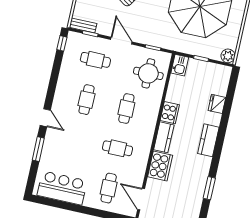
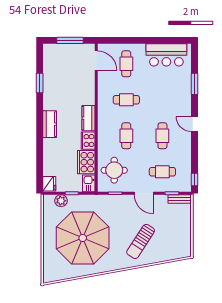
plant: (228, 56) -> (61, 201), moved
fridge: (217, 104) -> (49, 184), moved
door: (45, 118) -> (194, 124), moved
cooker: (160, 166) -> (86, 162), moved

